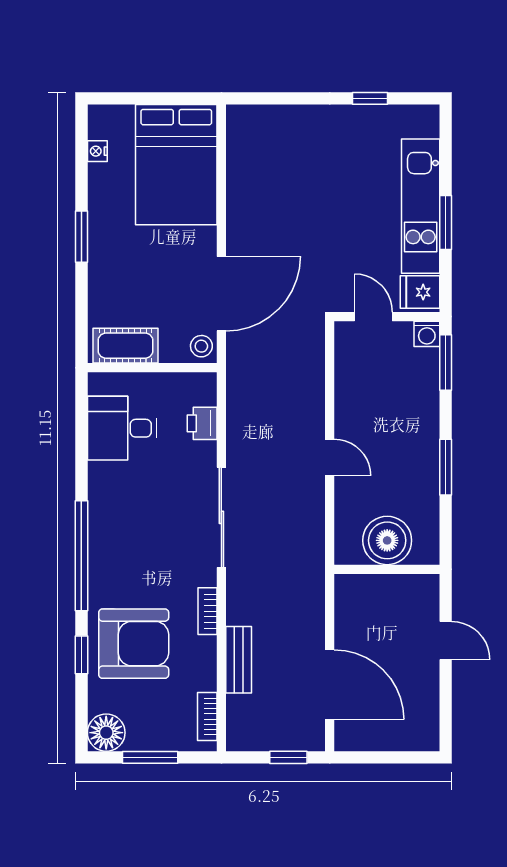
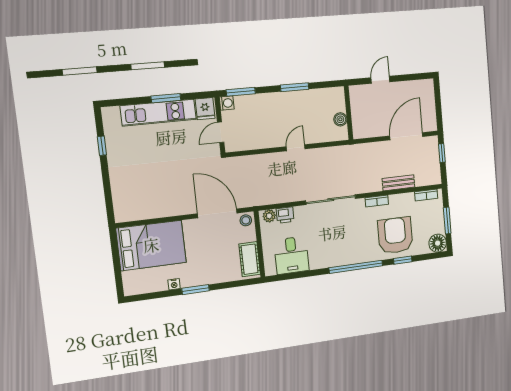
nightstand: (97, 151) -> (174, 284), moved
plant: (204, 392) -> (269, 216), added
boiler: (387, 540) -> (340, 119), width x0.54, depth x0.54

